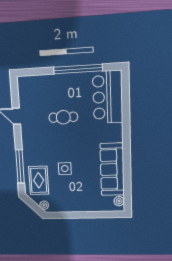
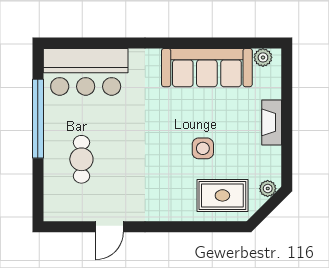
cafe table: (63, 117) -> (81, 159), moved
window: (20, 166) -> (197, 227), removed
fireplace: (82, 207) -> (272, 122), added

